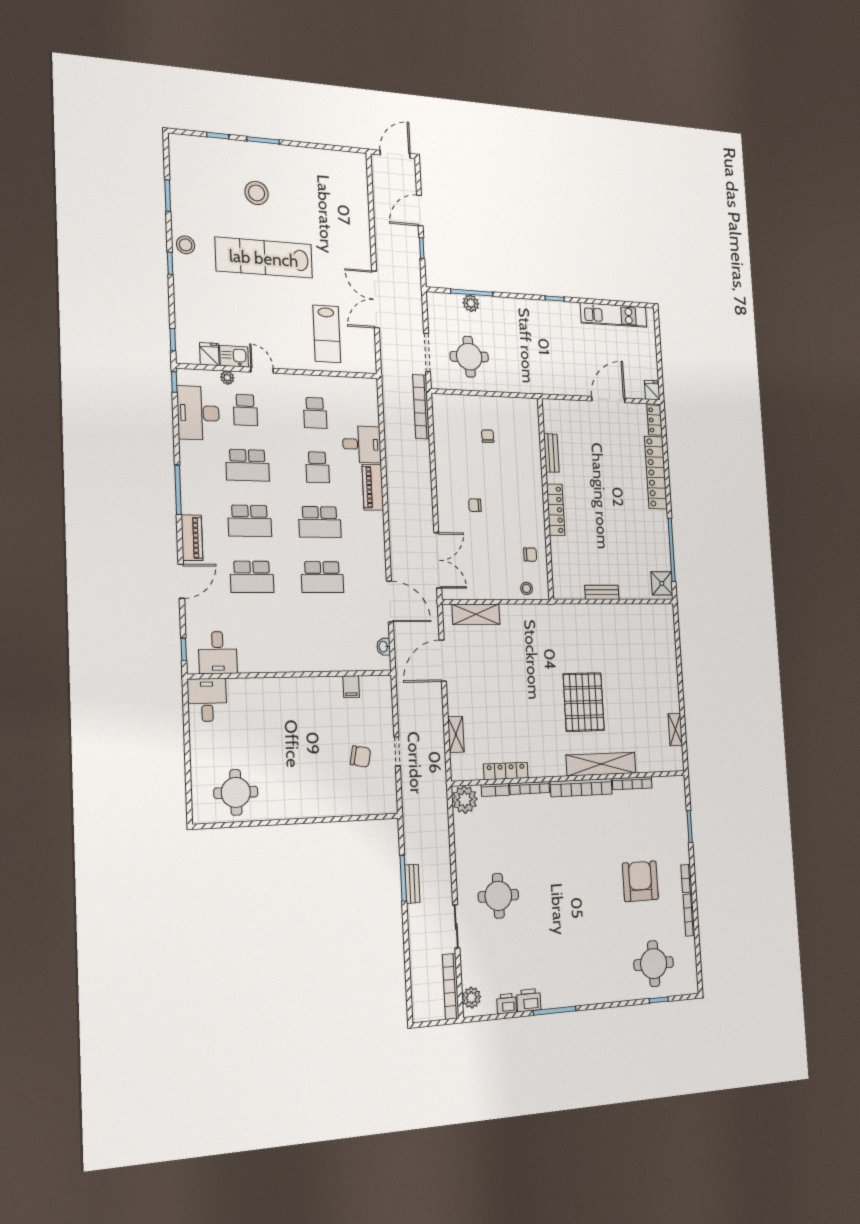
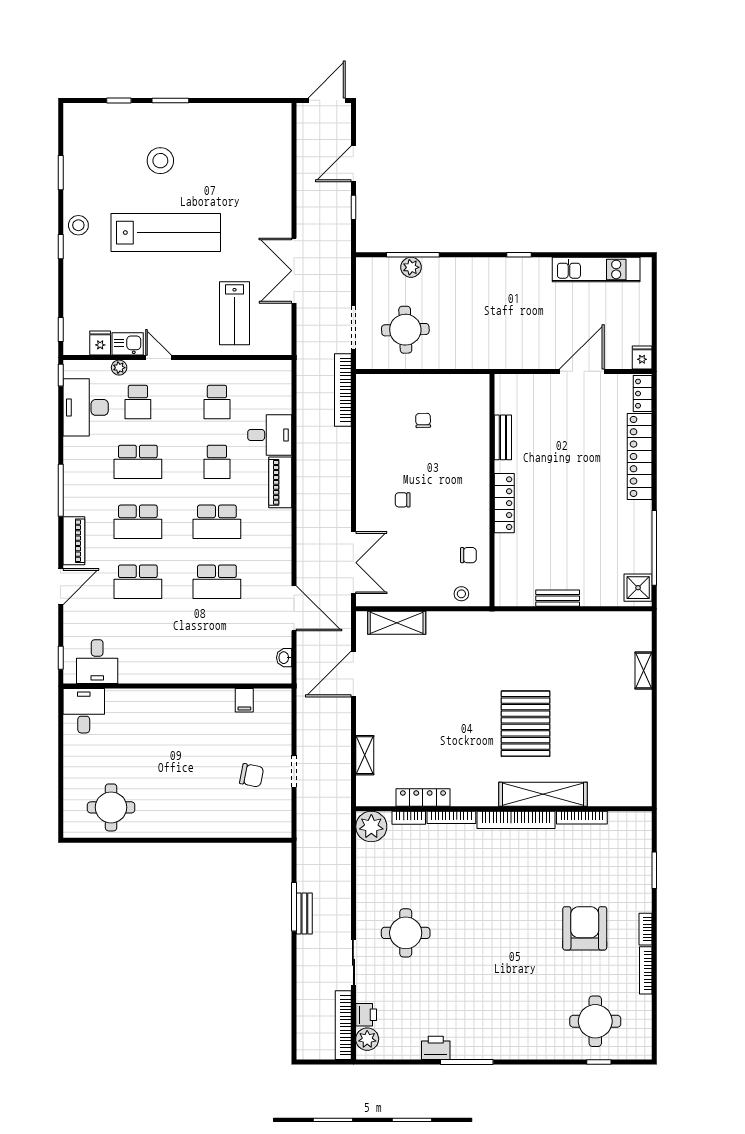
lab bench: (264, 258) -> (166, 233), turned 180
shelving: (675, 730) -> (643, 671), moved
printer: (507, 1004) -> (366, 1015), moved, turned 90

